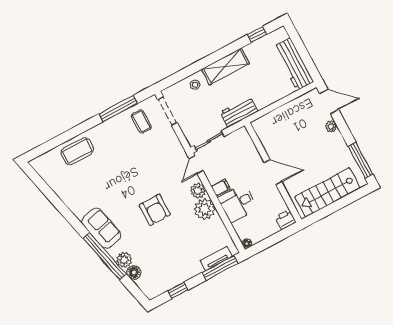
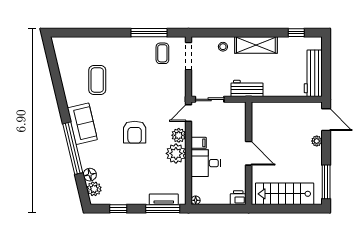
coffee table: (77, 151) -> (97, 80), moved, turned 90
plant: (124, 260) -> (94, 189), moved

